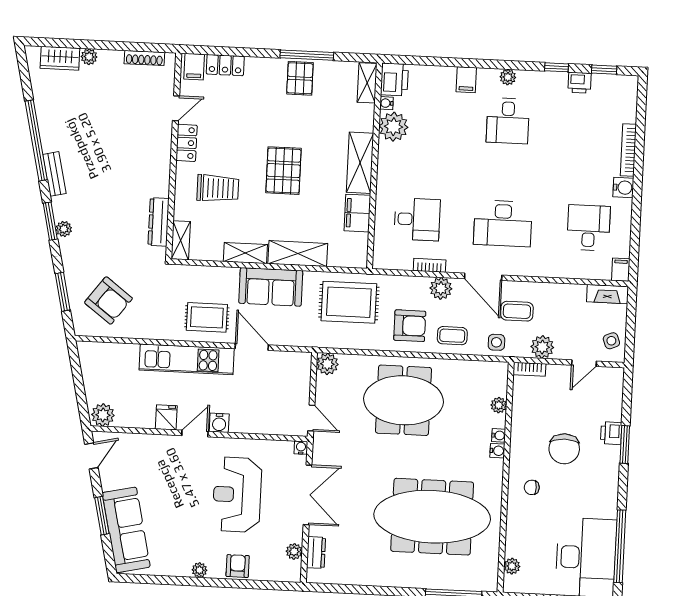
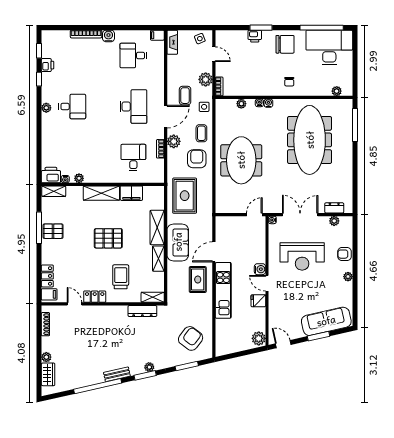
filing cabinet: (466, 80) -> (49, 132), removed
plant: (394, 127) -> (79, 178), width x0.53, depth x0.53
plant: (327, 364) -> (222, 207), removed
chair: (564, 449) -> (285, 44), moved

